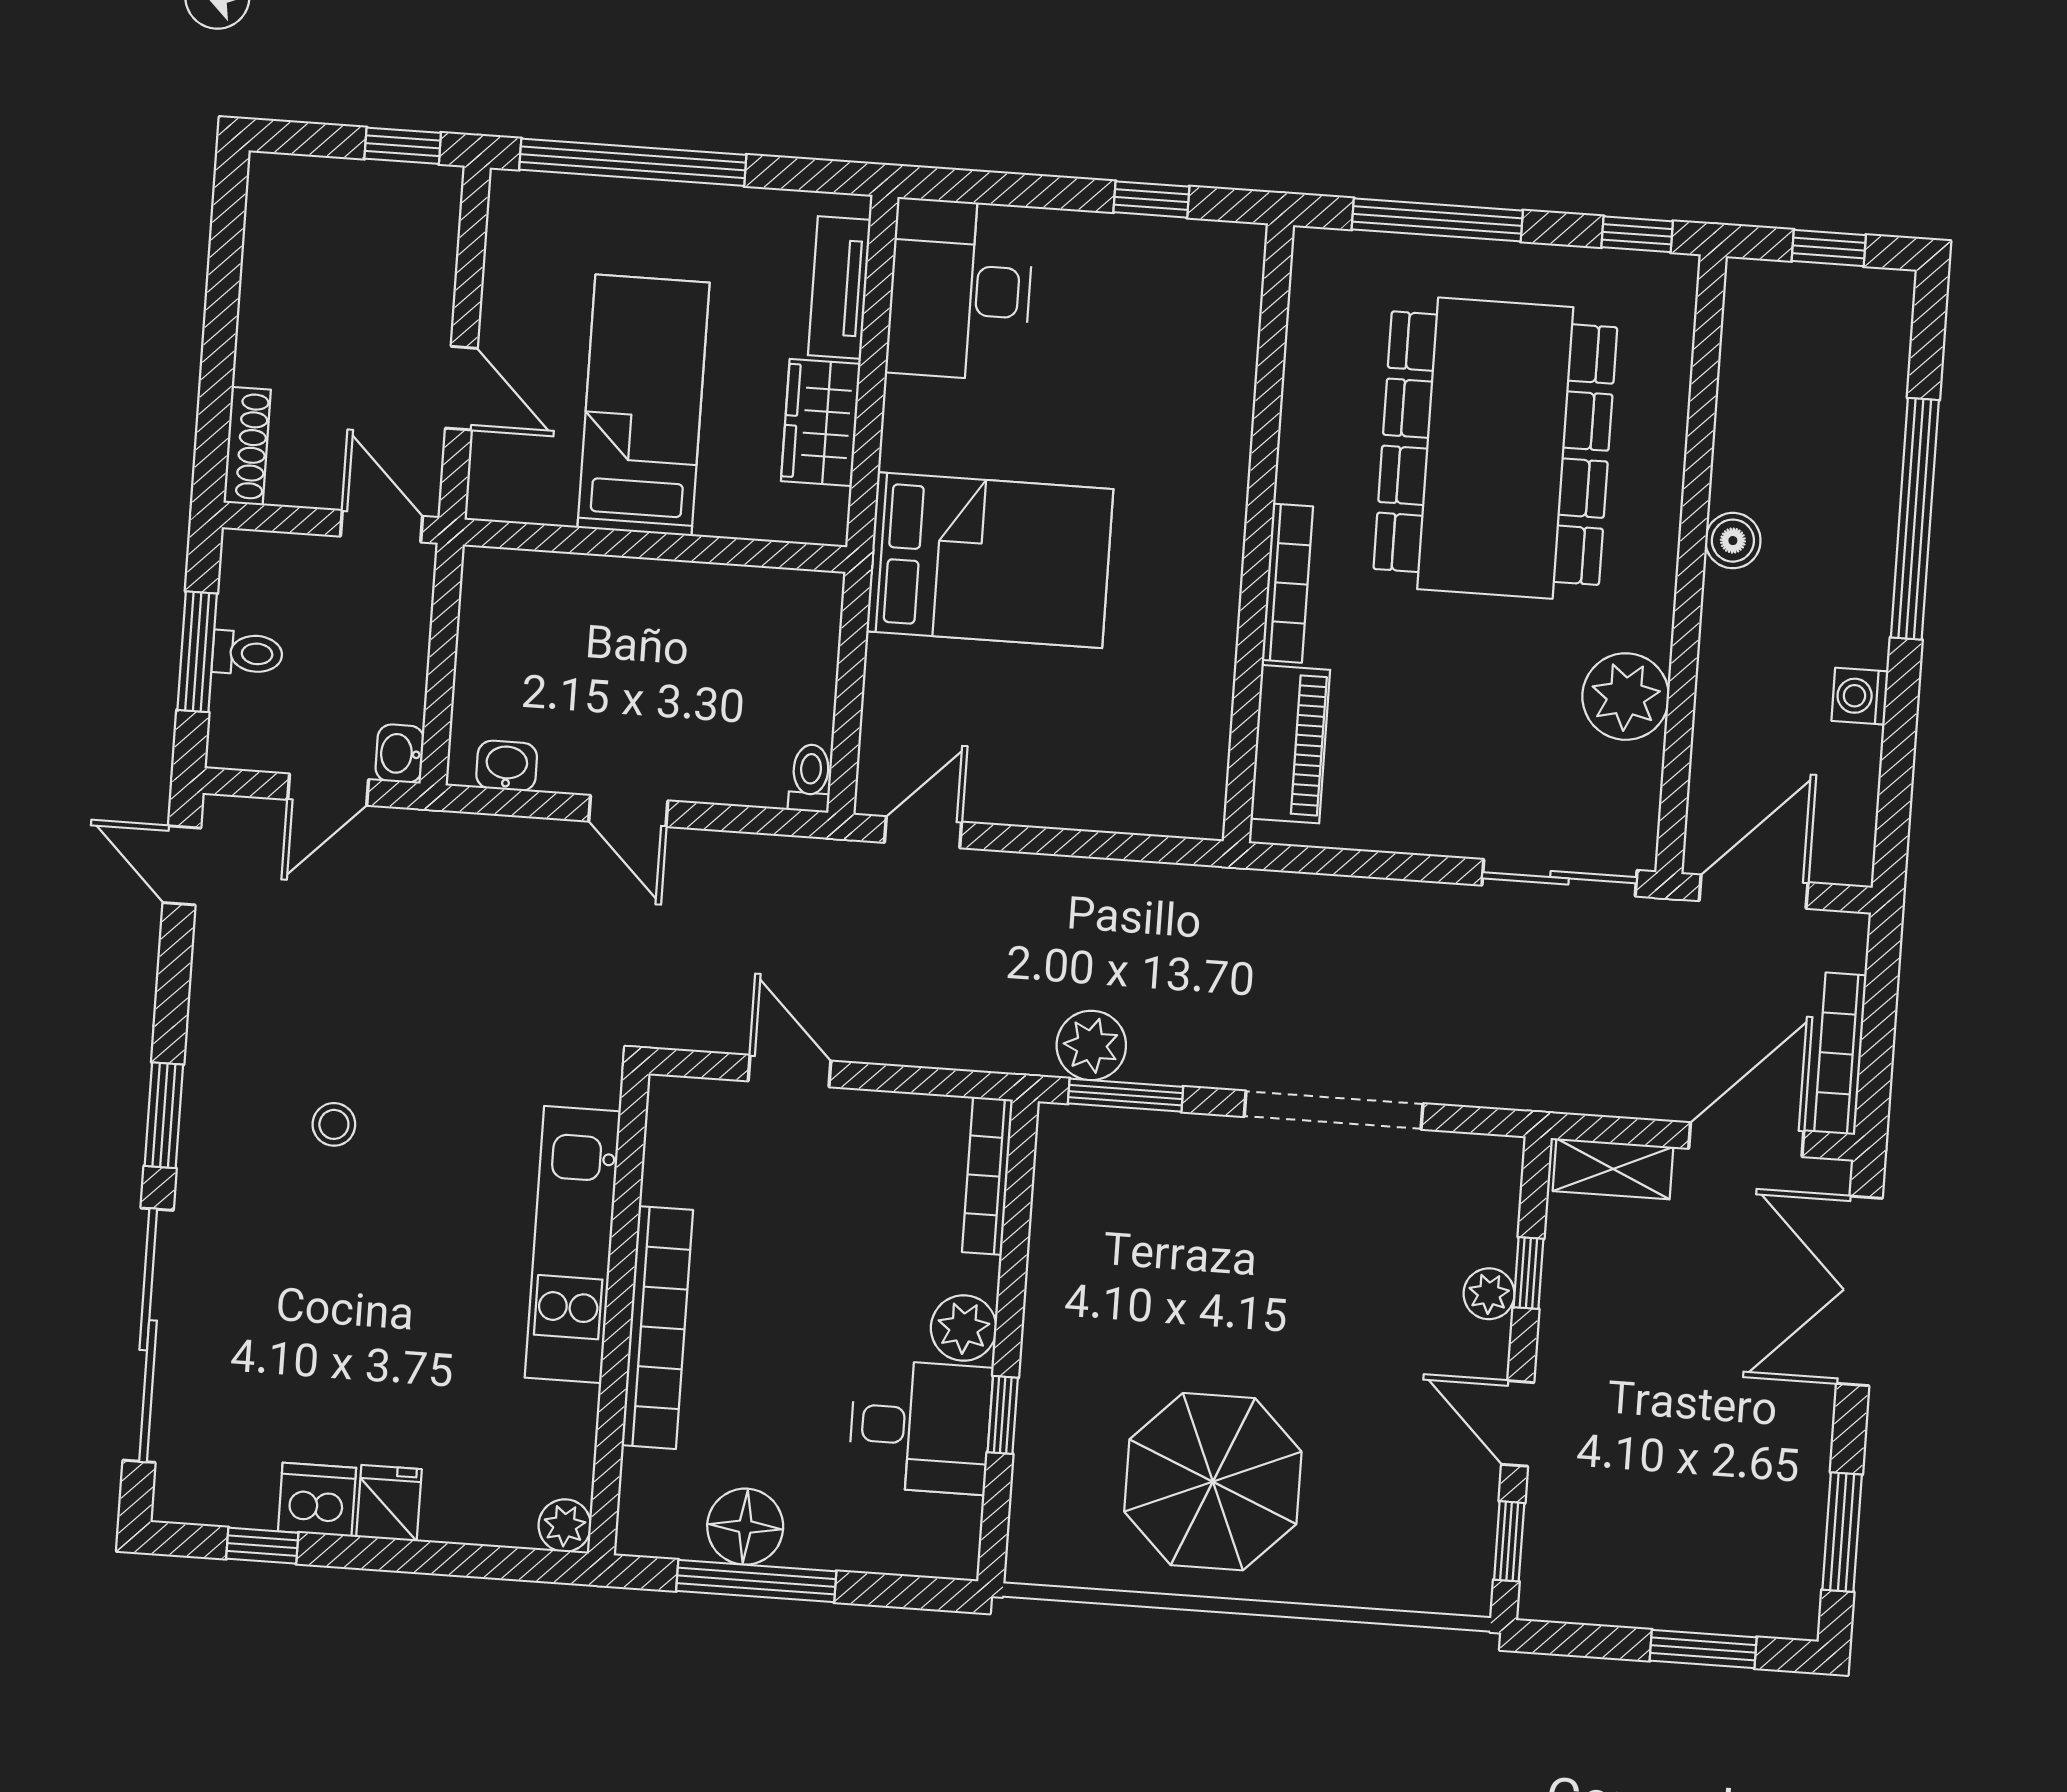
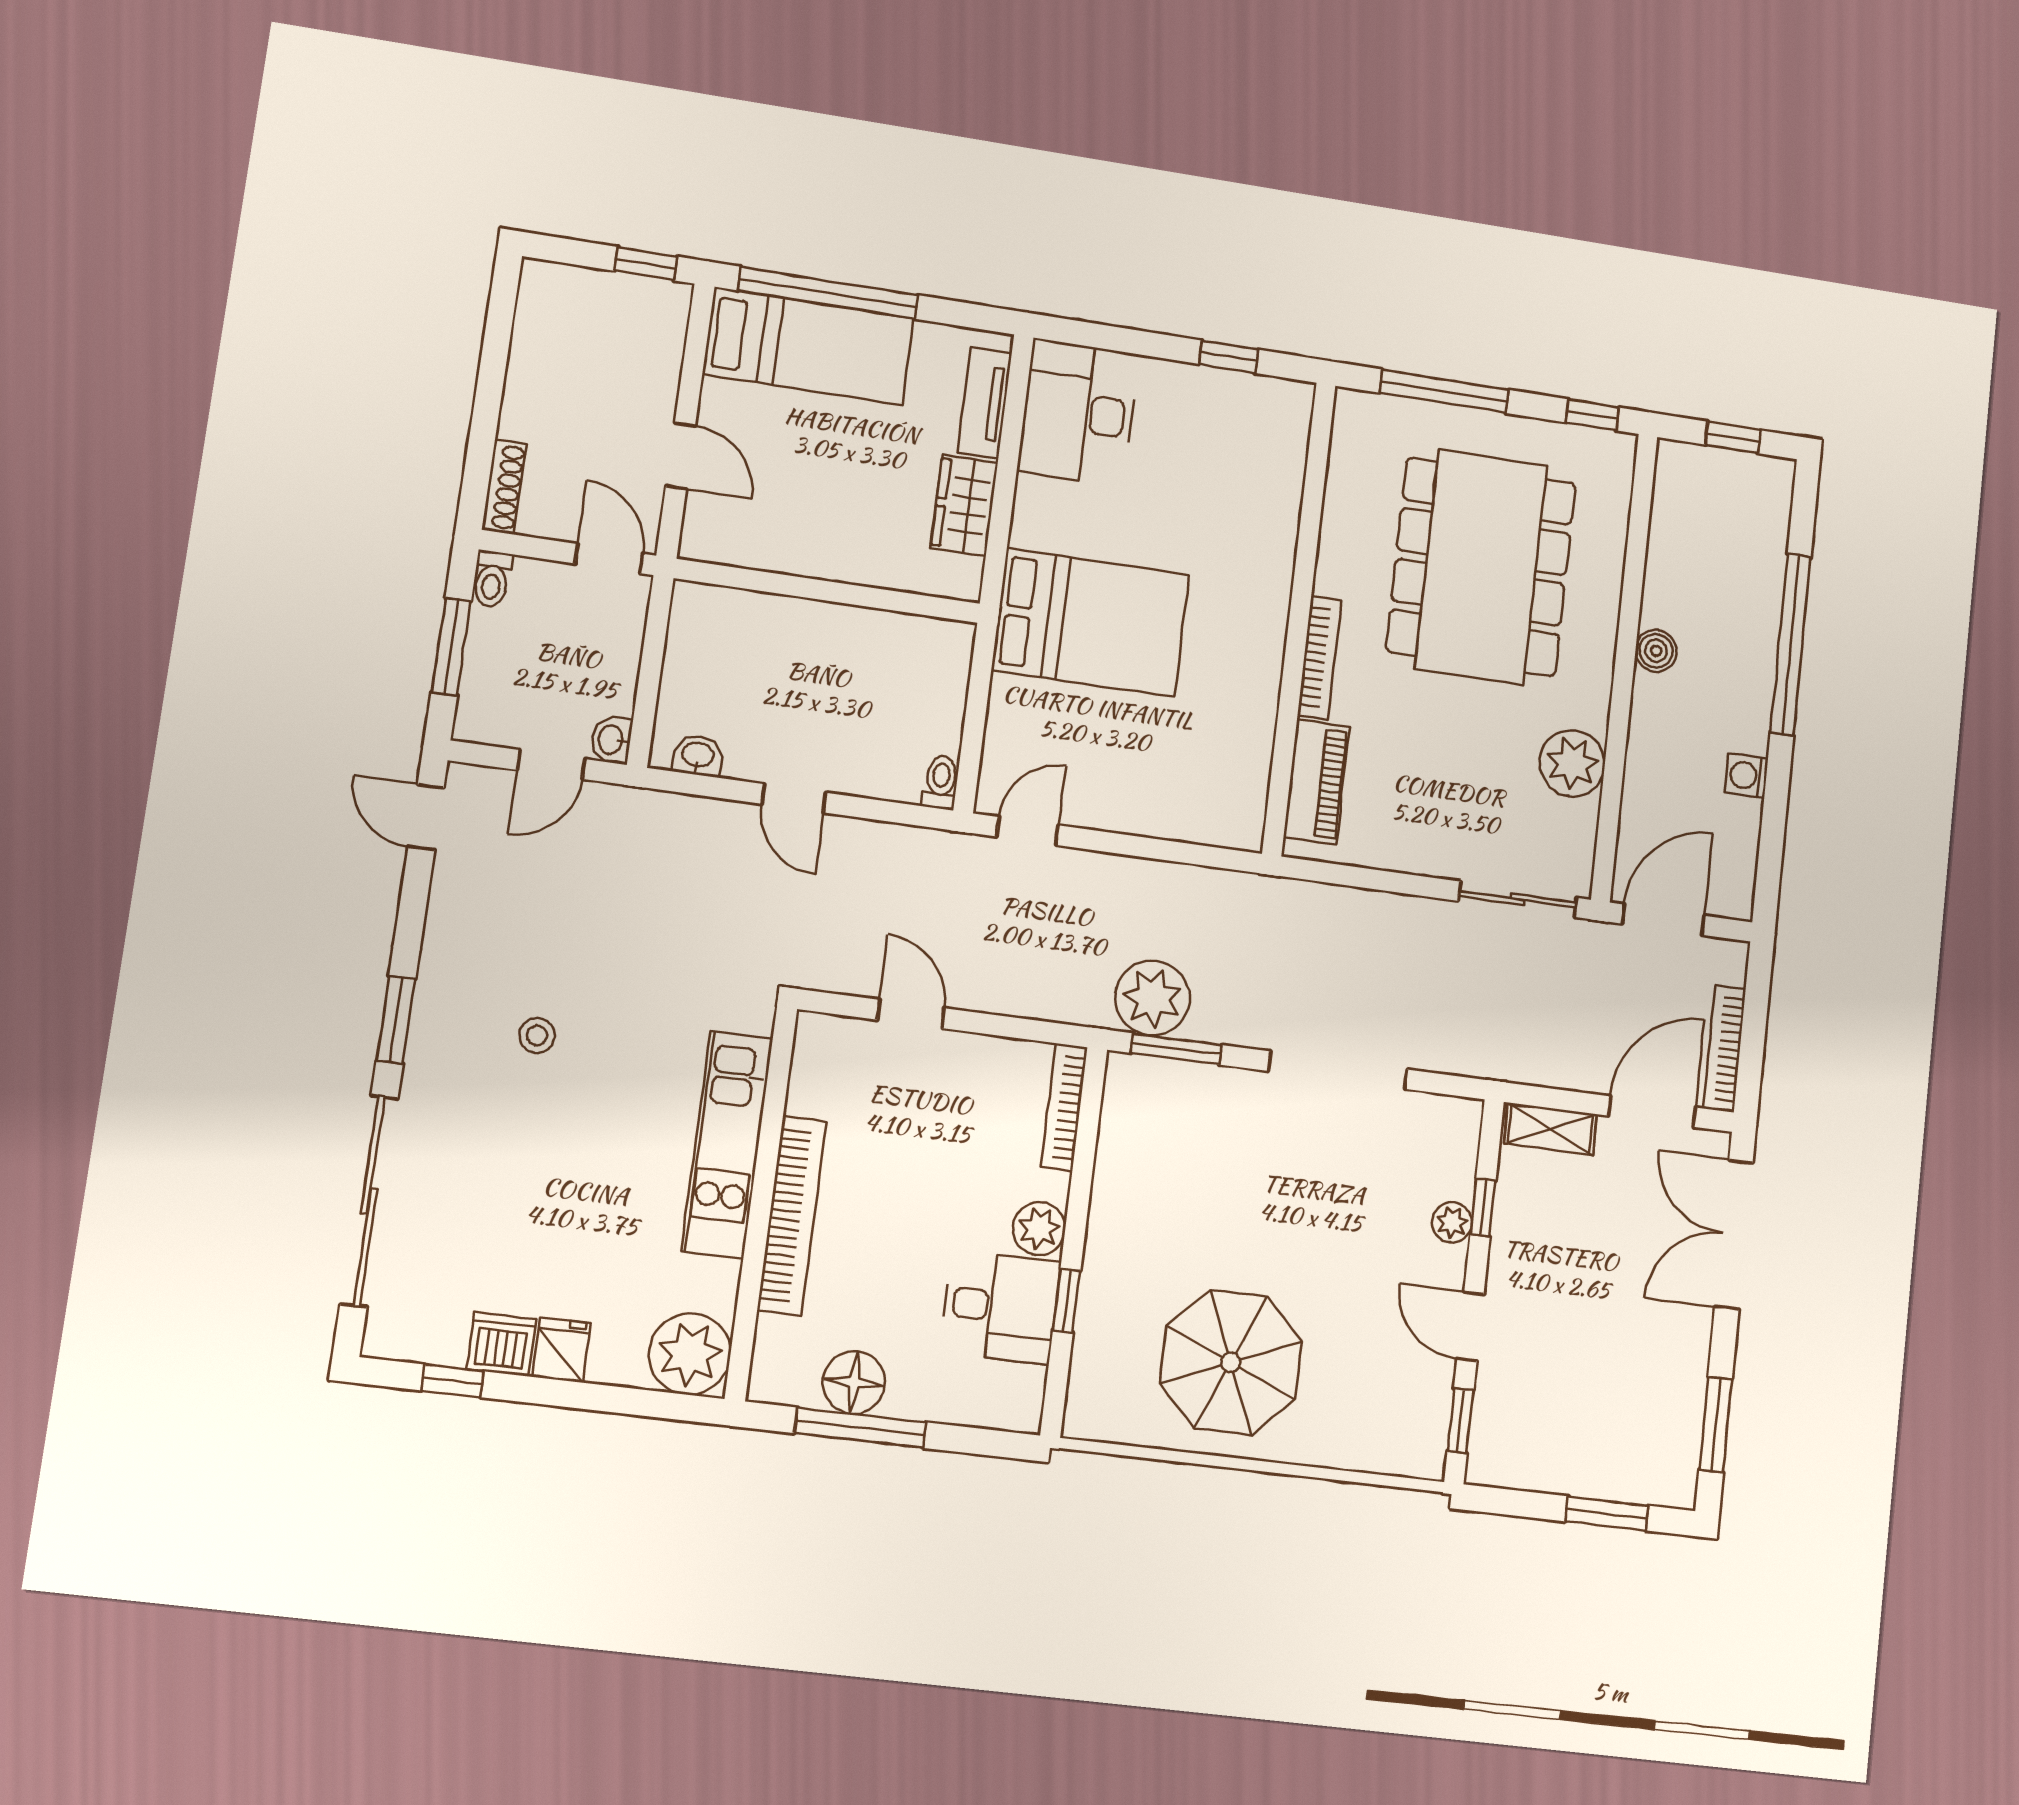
bed: (643, 405) -> (808, 346), moved, turned 90
toilet: (247, 653) -> (492, 579), moved, turned 90
plant: (1091, 1045) -> (1153, 998), width x1.36, depth x1.36
plant: (565, 1526) -> (690, 1354), width x1.88, depth x1.88

